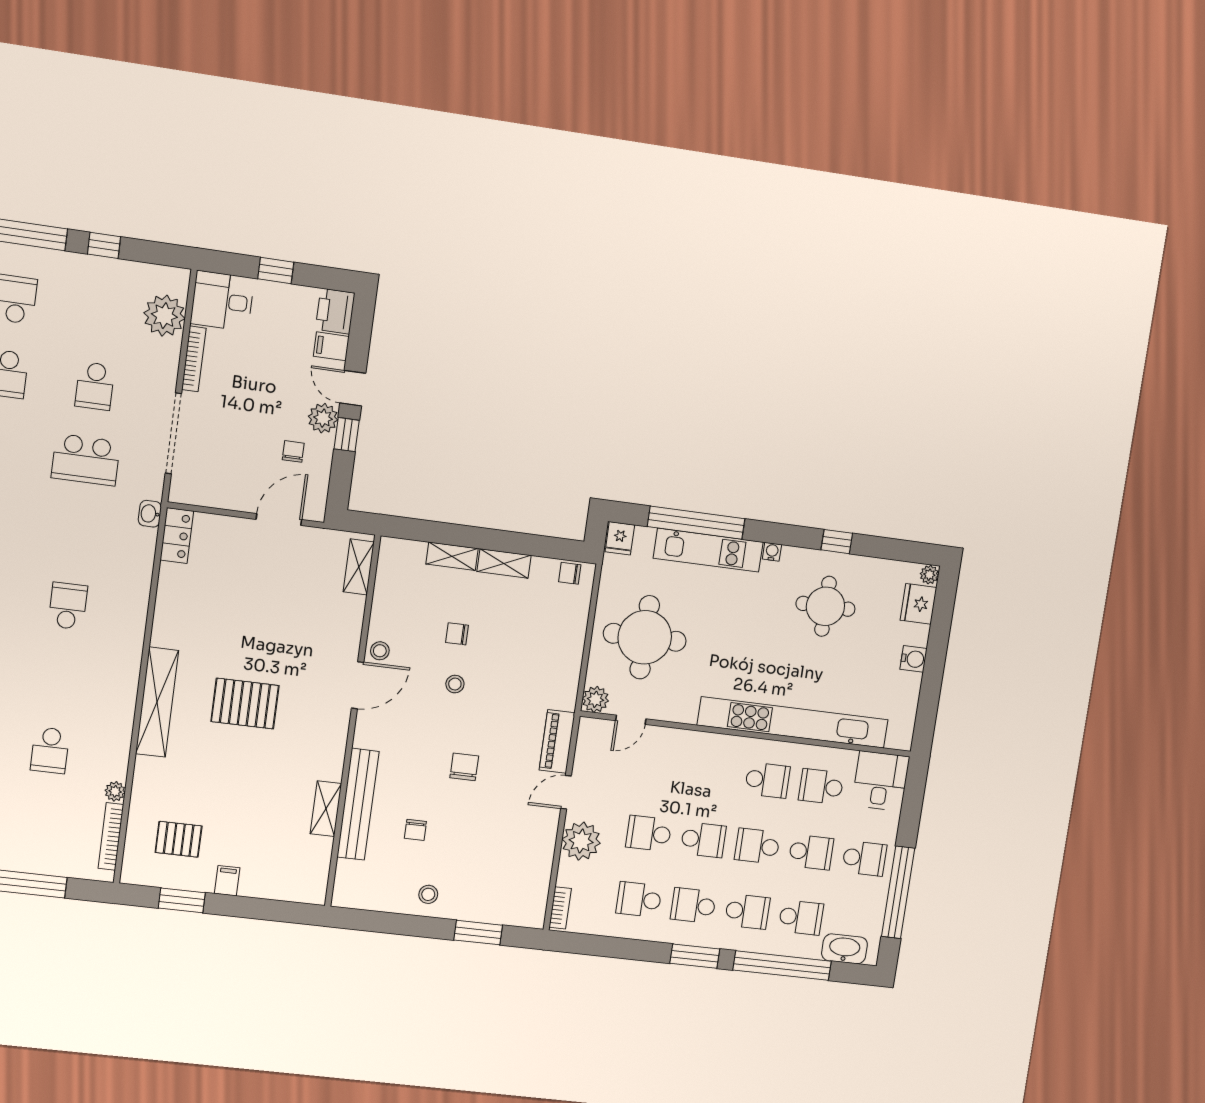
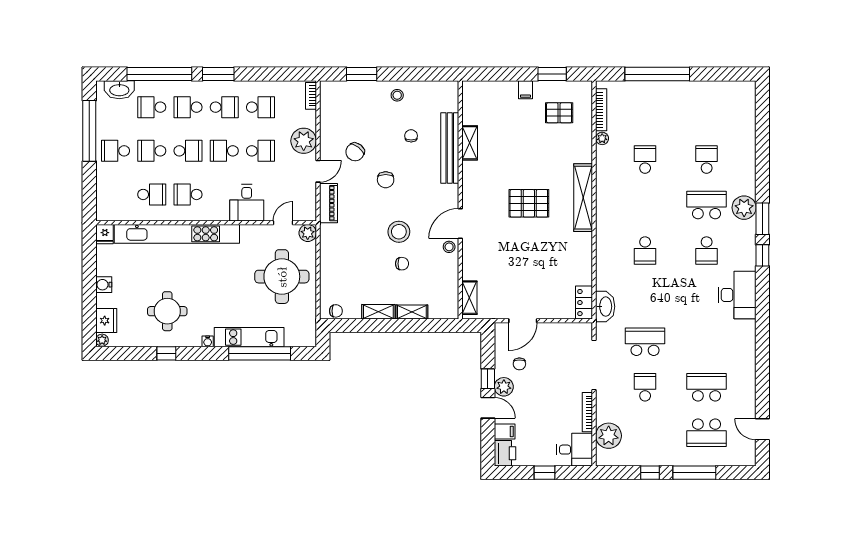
washbasin: (150, 514) -> (605, 307), width x1.91, depth x1.45
fridge: (620, 538) -> (105, 234), moved, turned 180
stool: (455, 684) -> (399, 232), width x1.89, depth x1.89
desk: (881, 781) -> (247, 203), moved
chair: (505, 815) -> (355, 152), added

